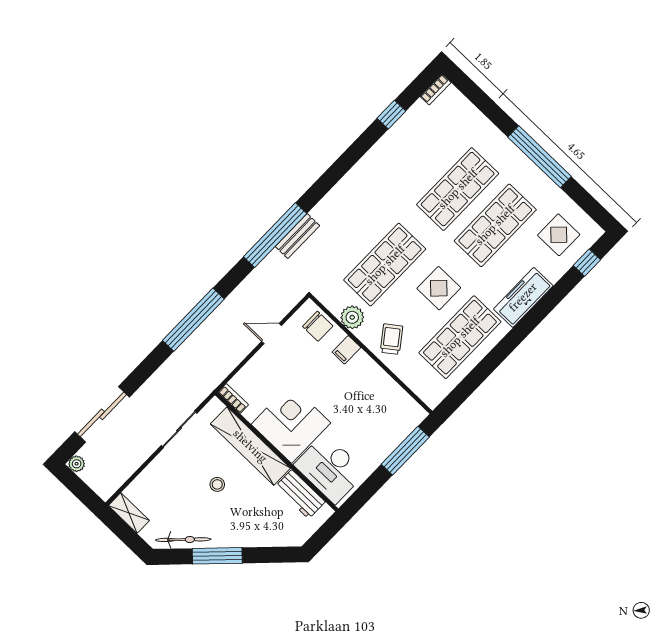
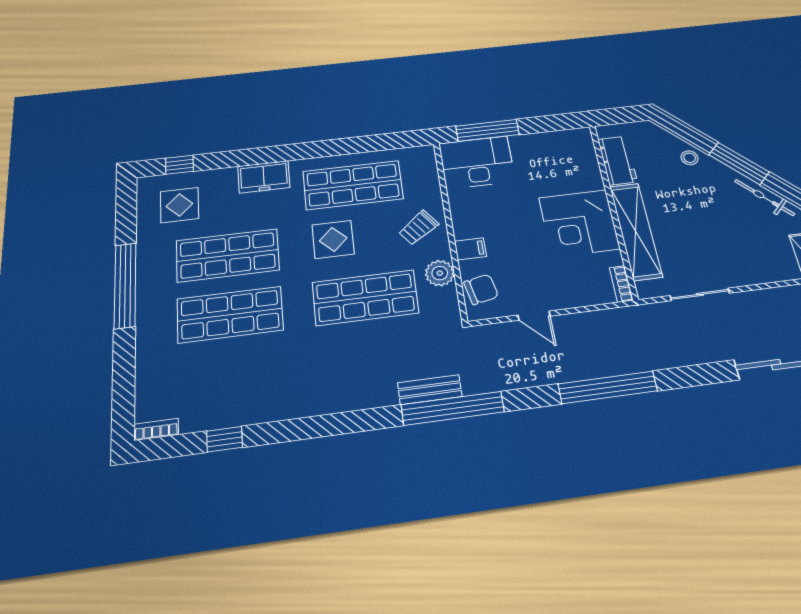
freezer: (523, 297) -> (264, 177), width x0.71
chair: (318, 326) -> (481, 289), turned 78
desk: (330, 469) -> (477, 162), moved, turned -90
stool: (217, 484) -> (690, 158), moved

